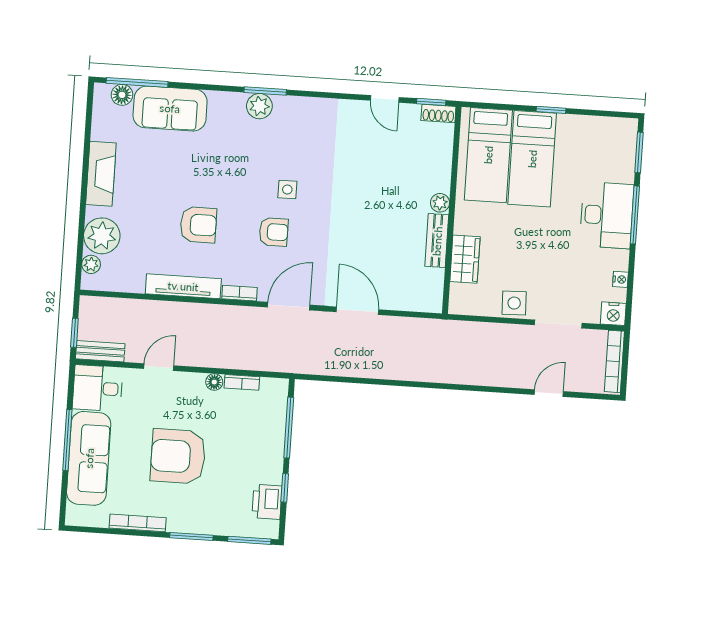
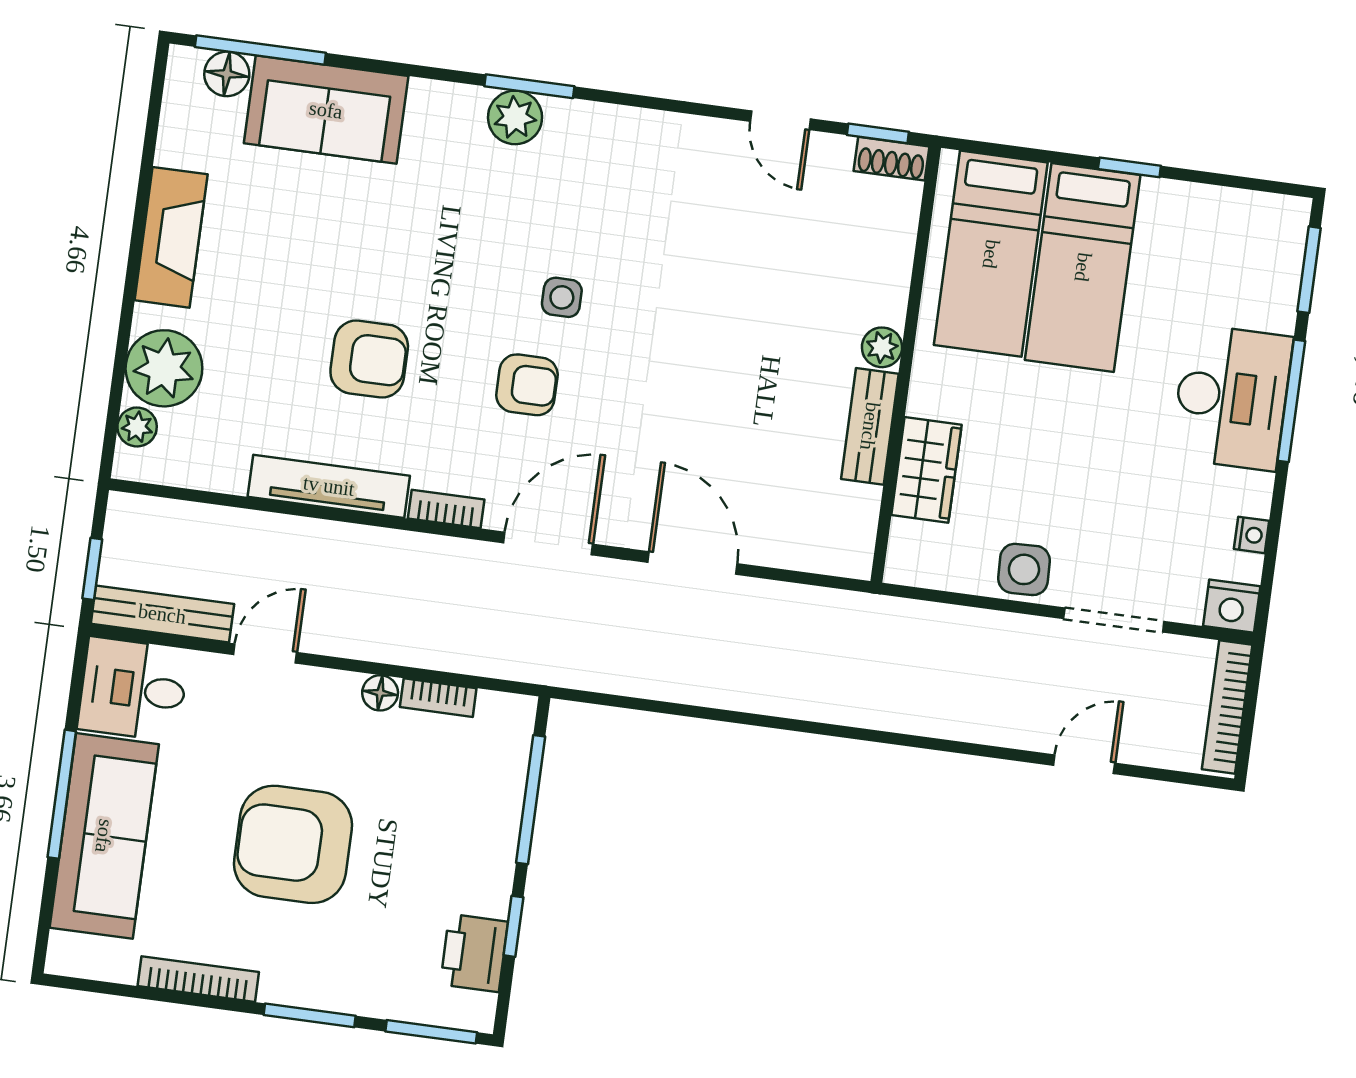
bench: (100, 351) -> (162, 614), width x1.36

